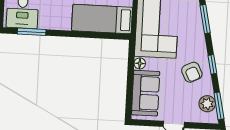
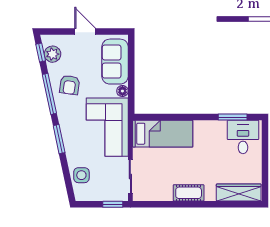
window: (212, 64) -> (49, 94), width x2.17
armchair: (192, 72) -> (70, 85), turned -145
window: (219, 106) -> (41, 53), width x0.67

